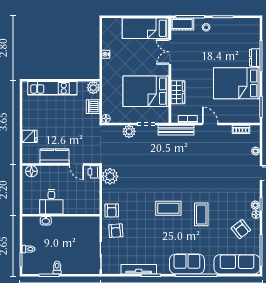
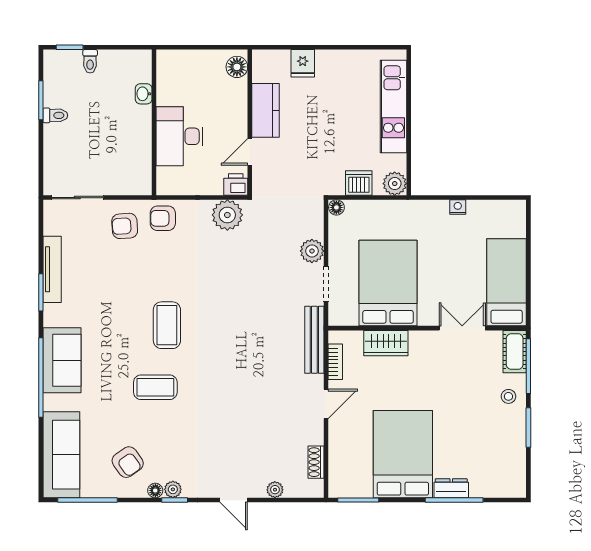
desk: (51, 202) -> (179, 136), moved, width x1.37
armchair: (241, 229) -> (128, 462), turned -87

